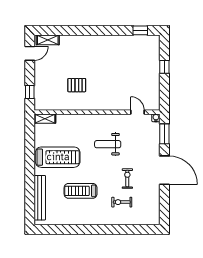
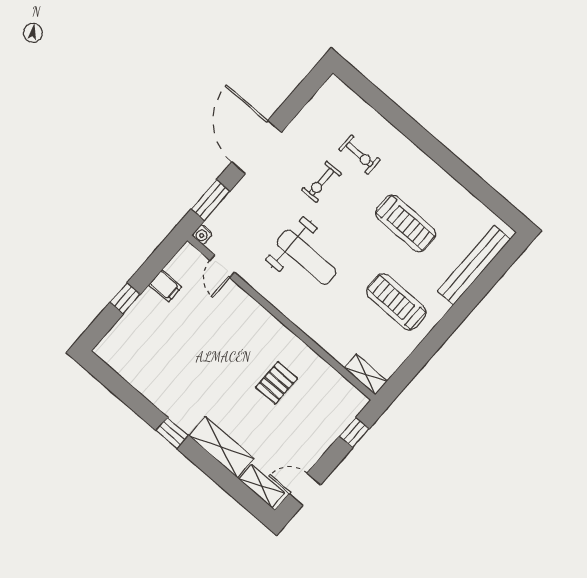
window: (140, 30) -> (172, 433), moved
shelving: (77, 41) -> (221, 447), added
pallet: (77, 85) -> (277, 383), turned 90
filing cabinet: (153, 85) -> (165, 286), added
weight bench: (108, 144) -> (306, 257), width x1.36, depth x1.33
treadmill: (58, 157) -> (396, 302), width x0.73, depth x0.73

